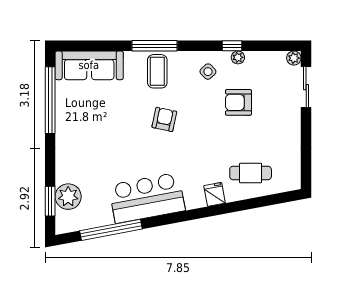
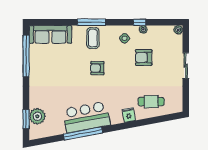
sliding door: (306, 87) -> (186, 66), moved
armchair: (164, 119) -> (97, 68), turned -102
window: (111, 230) -> (83, 133), moved

